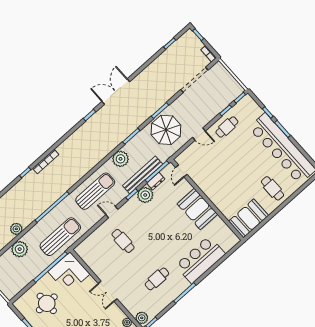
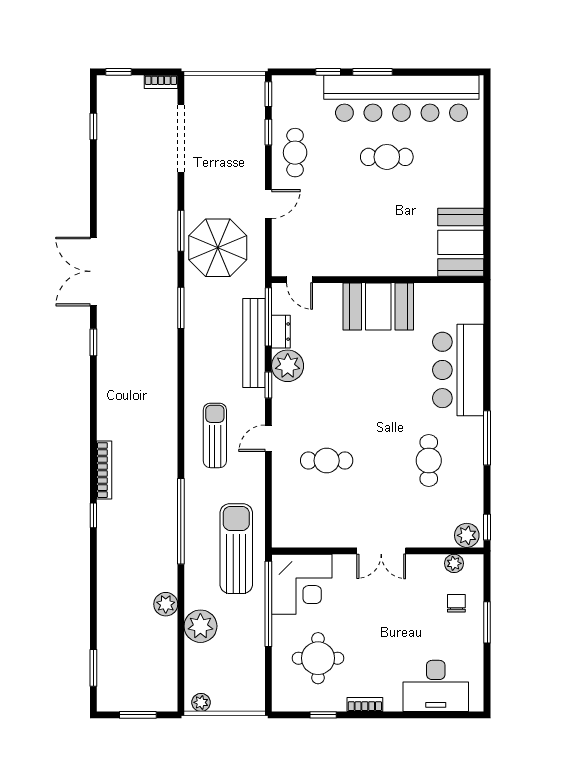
plant: (121, 159) -> (200, 354), removed
cafe table: (273, 188) -> (387, 157), moved
sun lounger: (95, 191) -> (215, 435), width x0.73, depth x0.75

